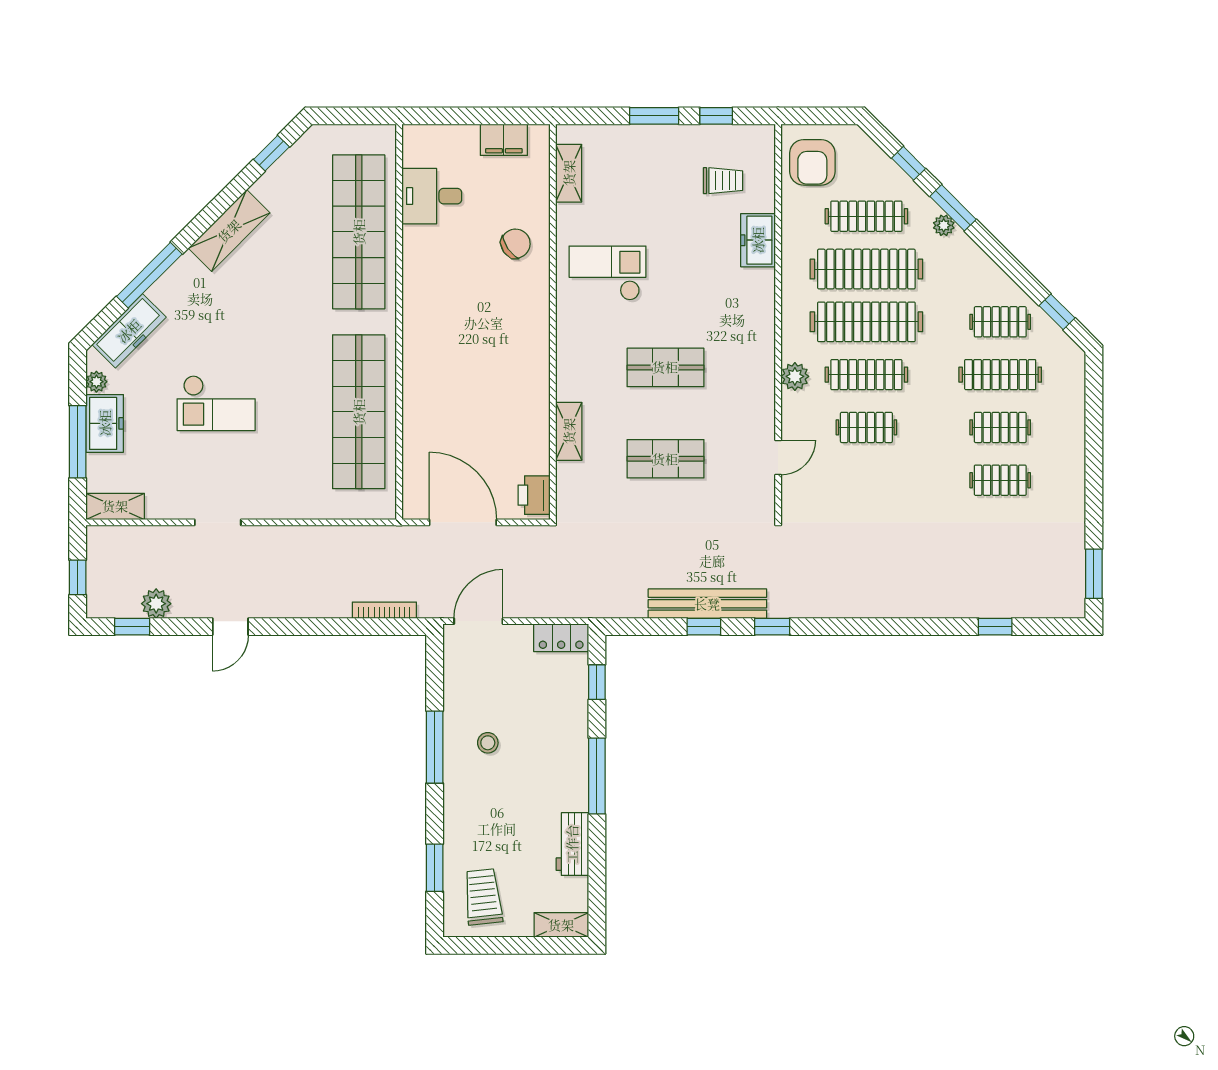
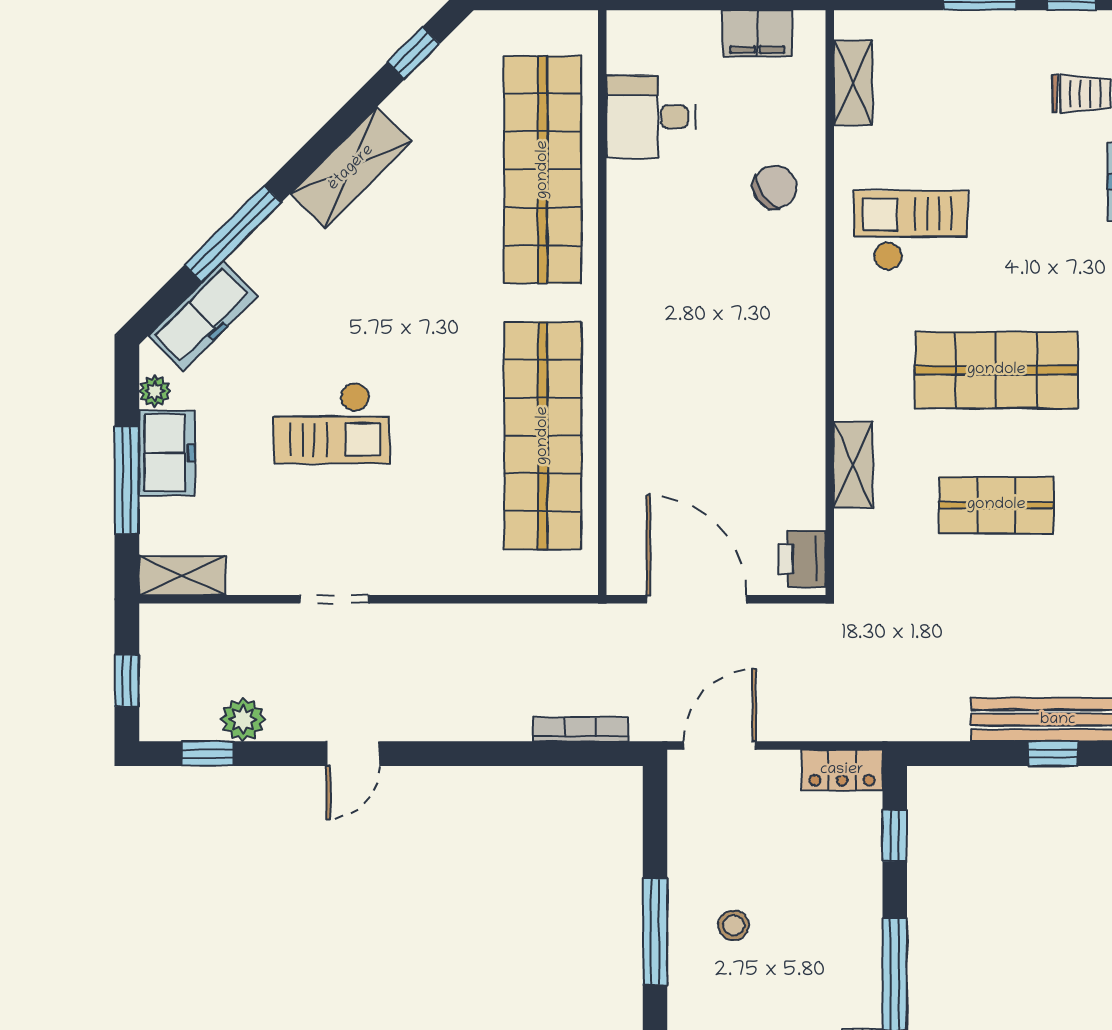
shop shelf: (665, 367) -> (996, 370), width x1.43, depth x1.36

